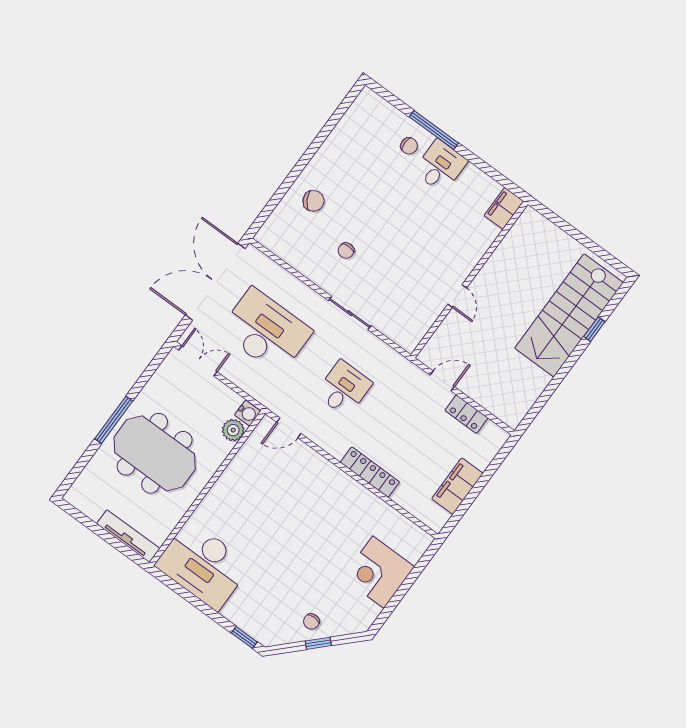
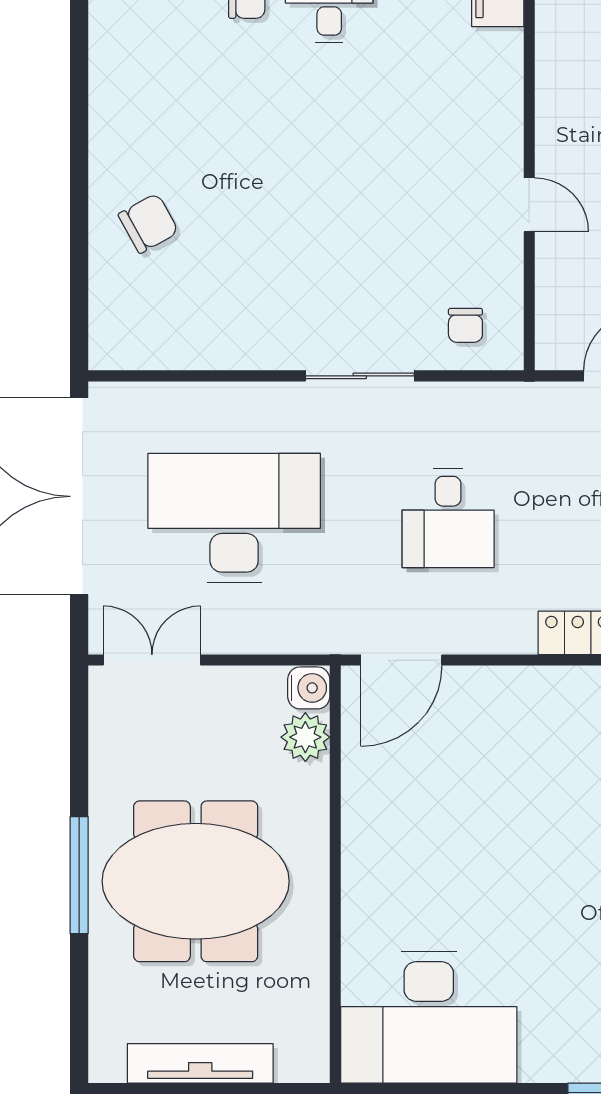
chair: (346, 251) -> (465, 325), moved
desk: (344, 388) -> (448, 518), turned 180
door: (289, 428) -> (401, 660), width x1.38
tv unit: (128, 536) -> (200, 1063), moved

